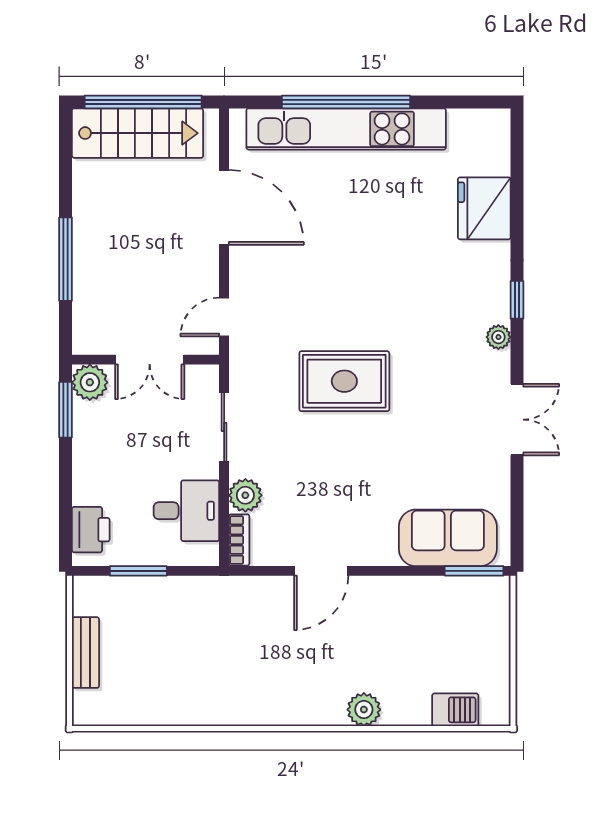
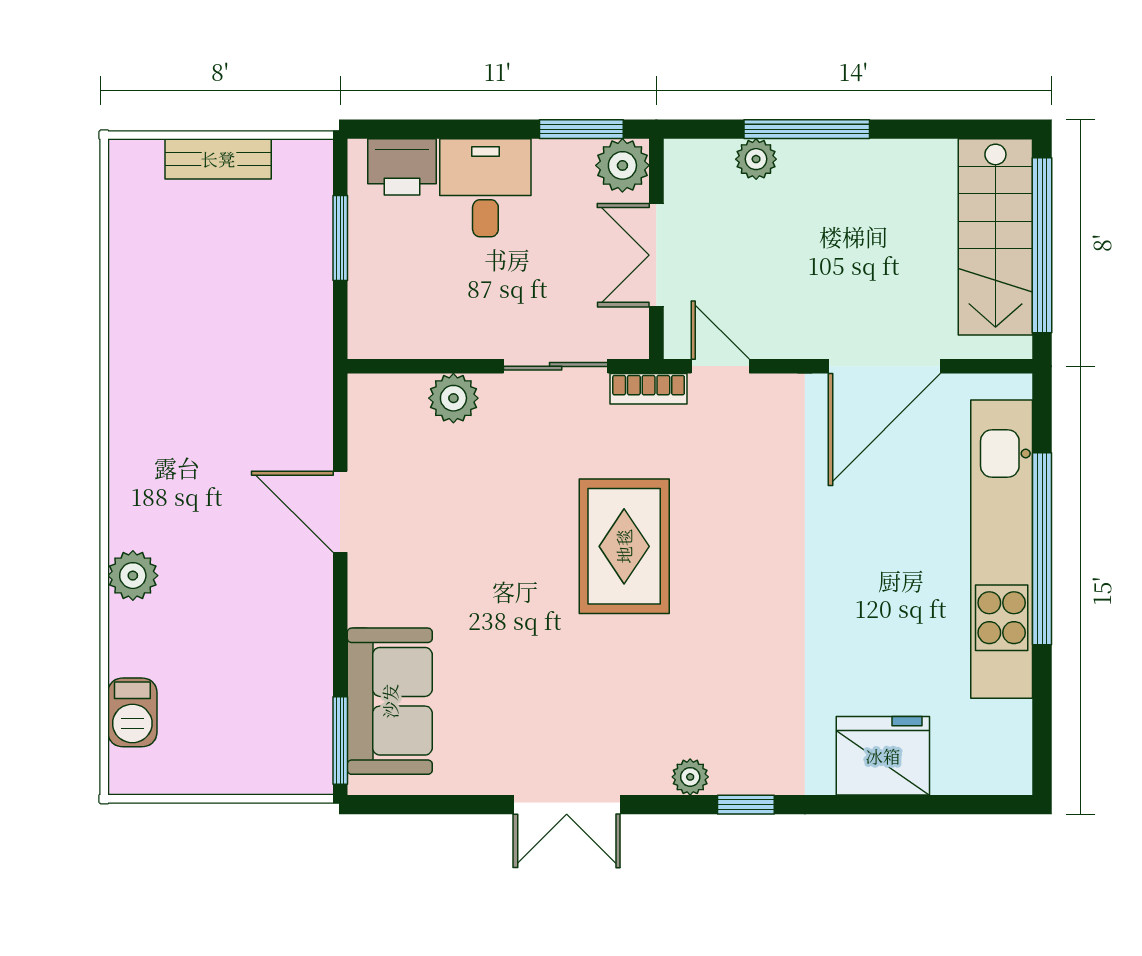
plant: (86, 293) -> (756, 159), added
desk: (186, 511) -> (485, 188), moved, turned 180
bookcase: (239, 540) -> (649, 389), moved

